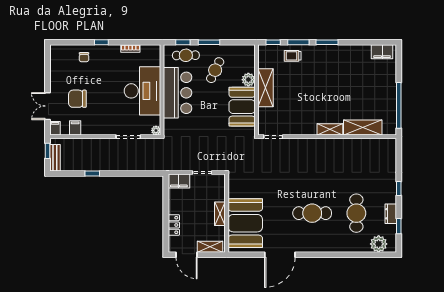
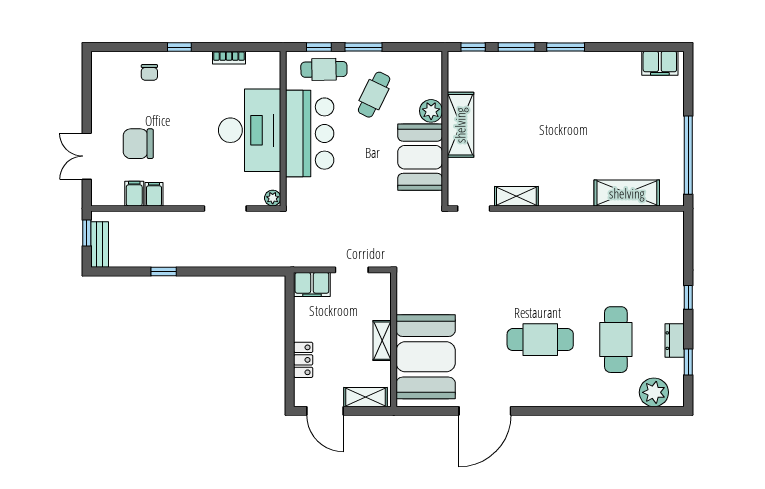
trolley: (293, 56) -> (507, 70), removed
filing cabinet: (55, 128) -> (154, 194), moved
shelving: (330, 129) -> (516, 196), moved

